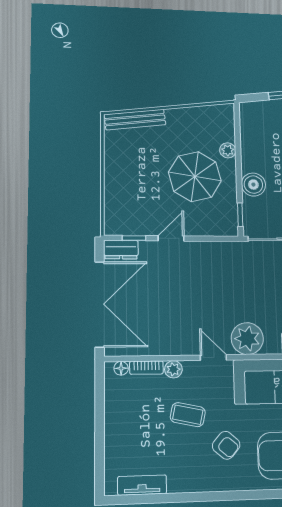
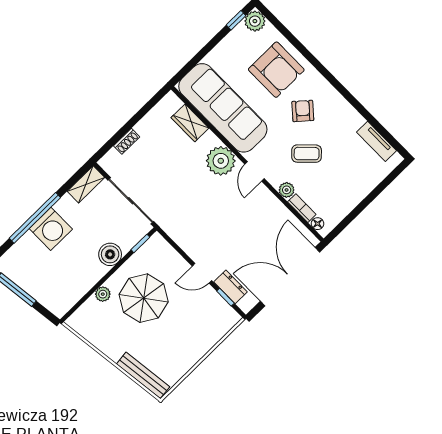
dresser: (121, 250) -> (230, 287), moved
coffee table: (188, 415) -> (307, 154), turned -57

